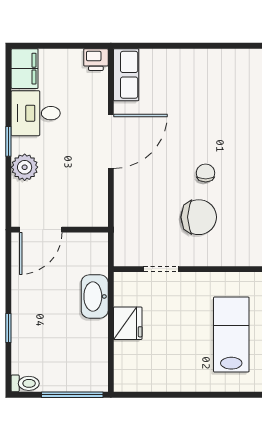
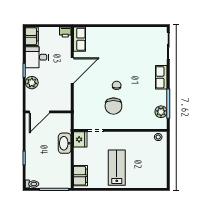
chair: (199, 217) -> (113, 106), turned 90
fridge: (128, 323) -> (80, 139), moved
lab bench: (231, 335) -> (117, 168), moved
filing cabinet: (128, 366) -> (80, 176), added

